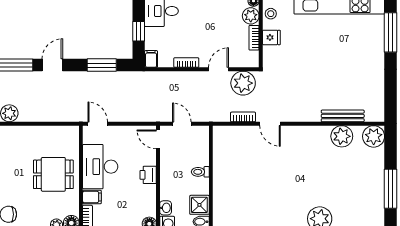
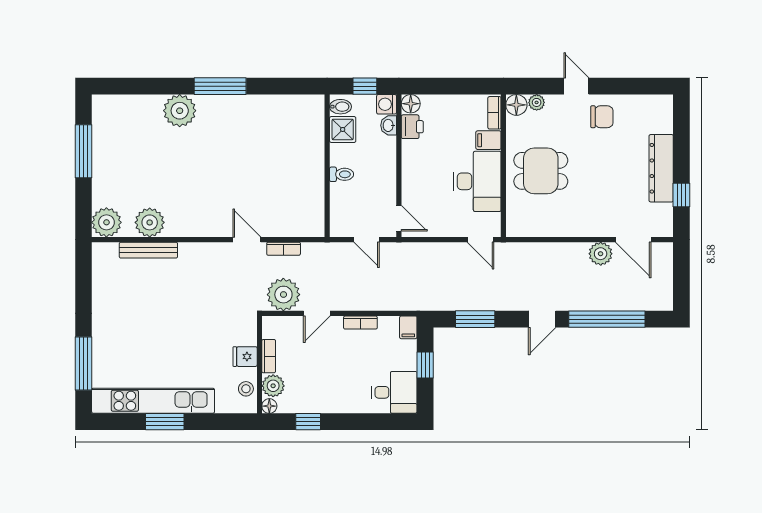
printer: (148, 175) -> (412, 127), moved

